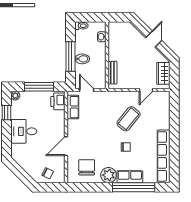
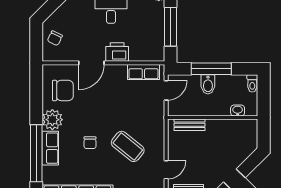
door: (146, 90) -> (166, 170), swing flipped
printer: (58, 101) -> (117, 52), moved
door: (66, 146) -> (91, 63), swing flipped

